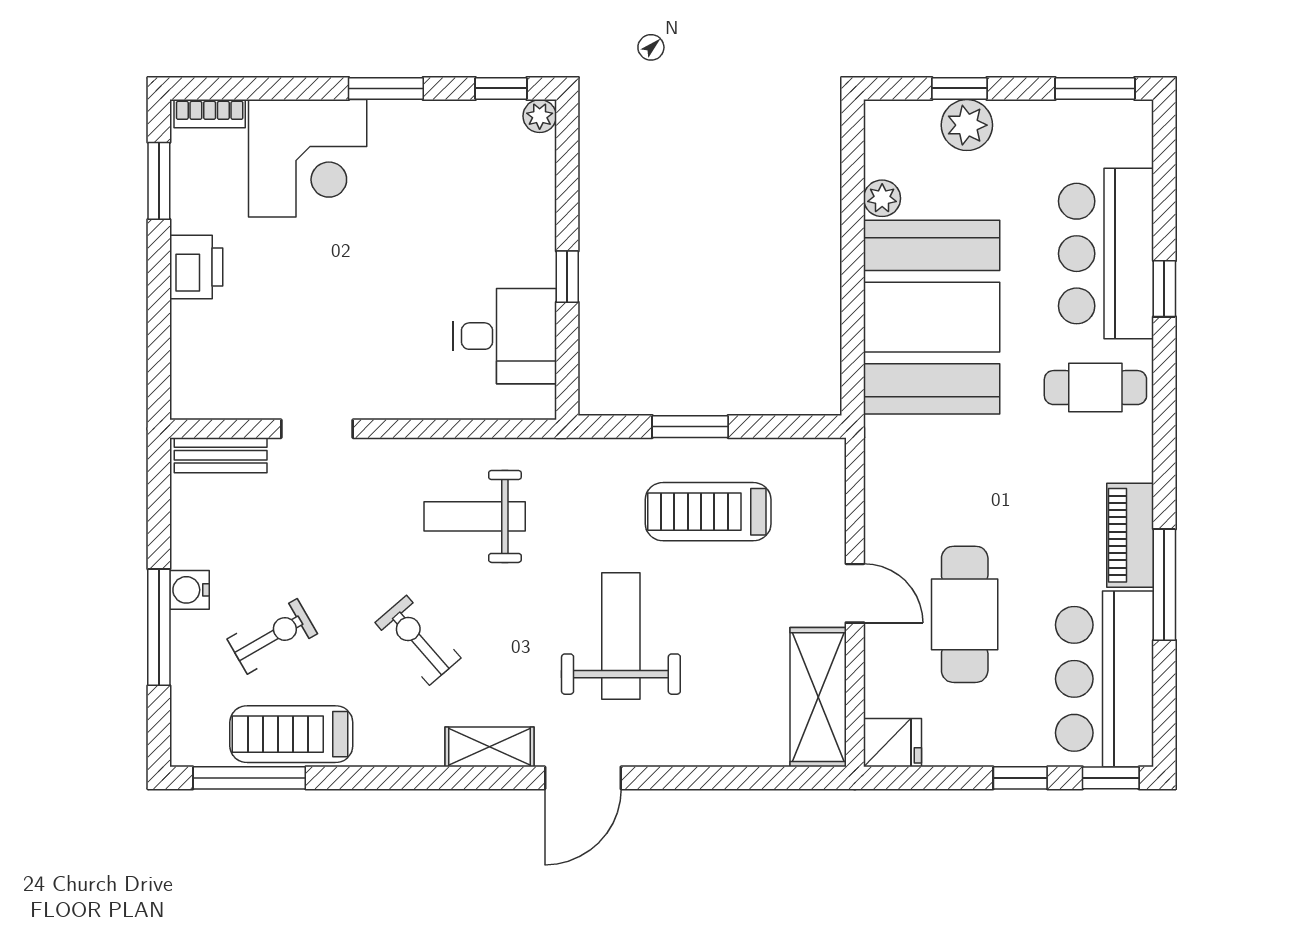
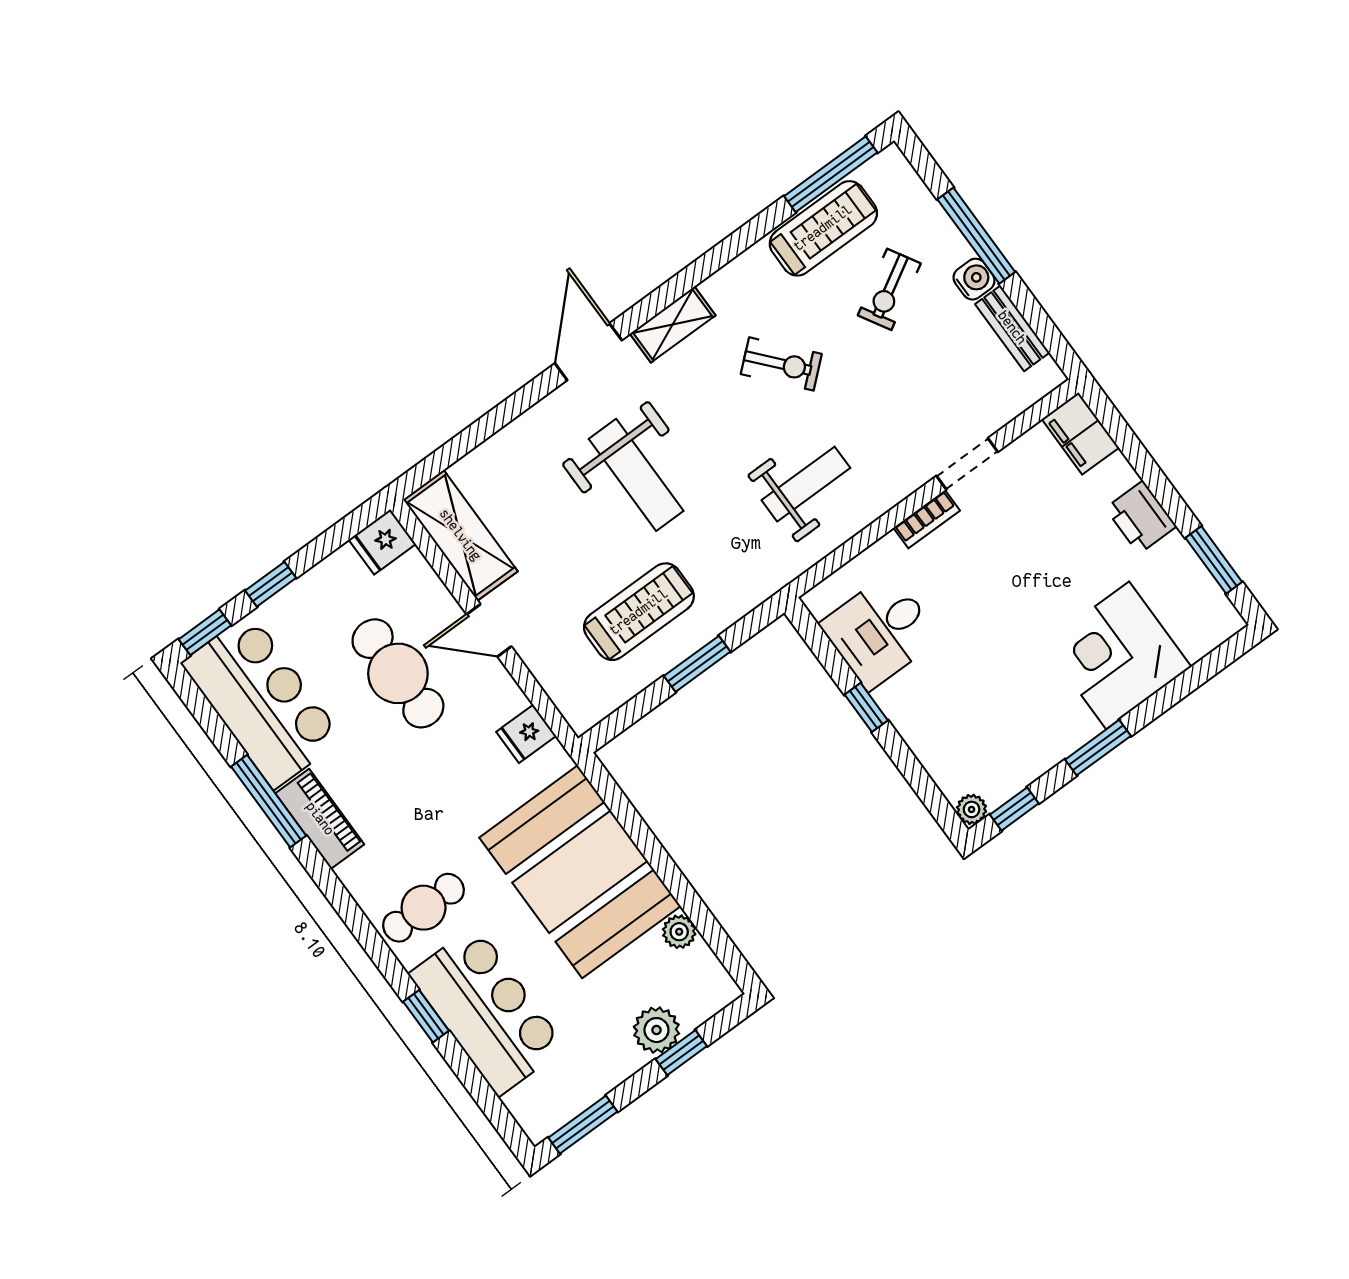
bookcase: (210, 114) -> (927, 519), moved, turned 180
filing cabinet: (195, 382) -> (1080, 433), added
bench: (221, 455) -> (1012, 328), moved, turned 90
fridge: (889, 476) -> (526, 734), added

